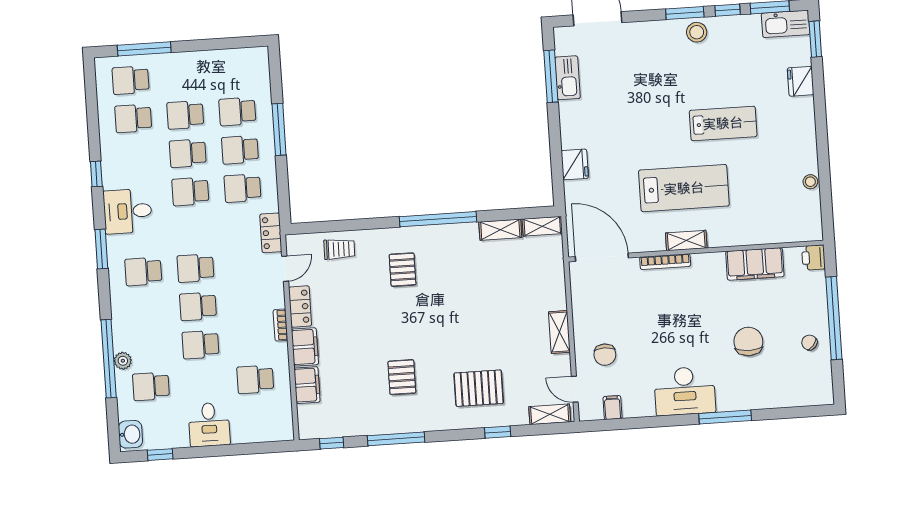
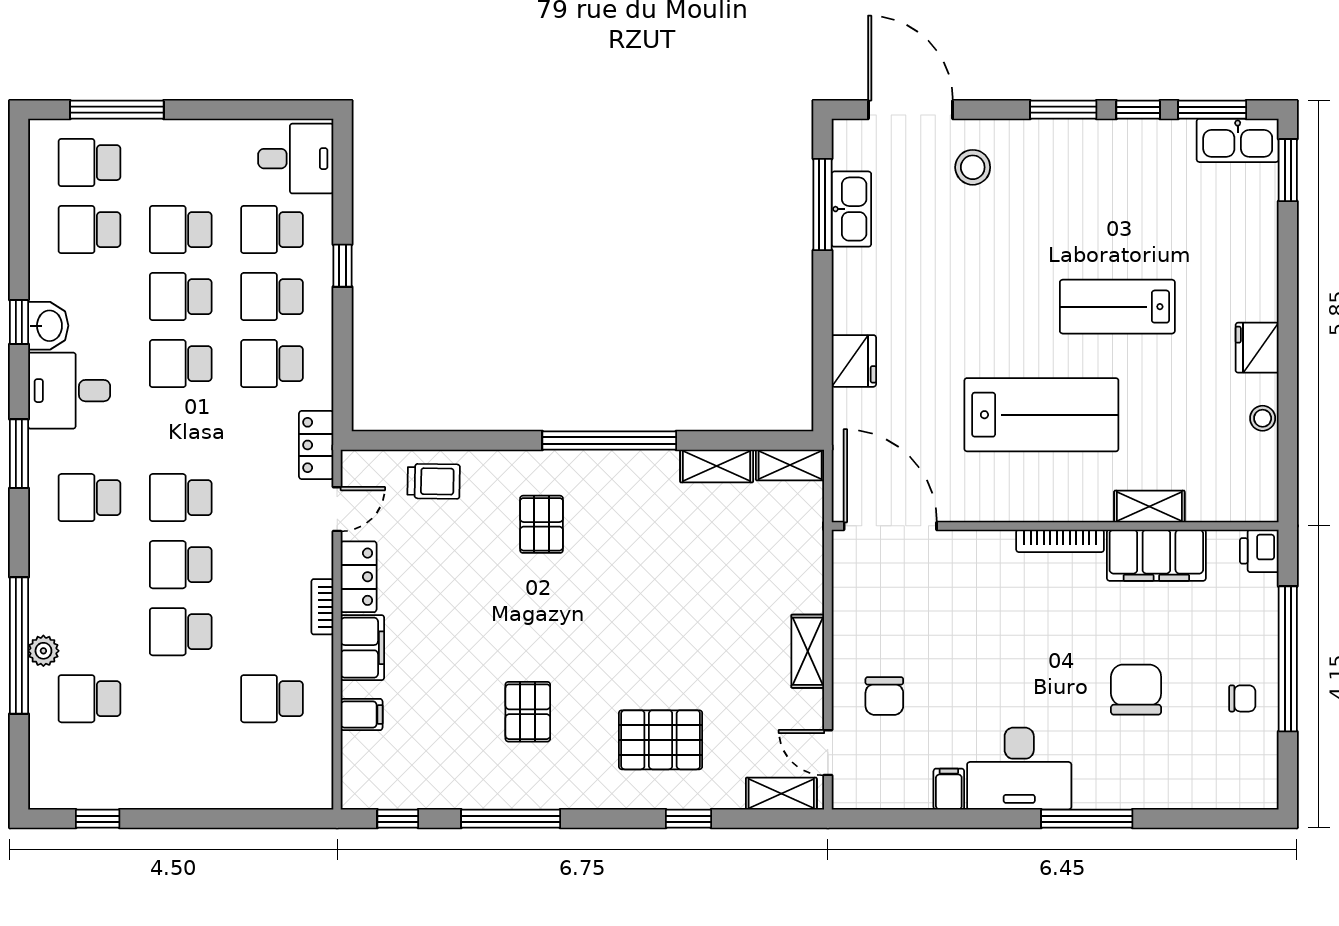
stool: (697, 32) -> (973, 167), moved
fridge: (801, 81) -> (1257, 348), moved
lab bench: (723, 123) -> (1117, 307), turned 180
window: (279, 129) -> (343, 266), width x0.46
shelving: (686, 241) -> (1149, 506), moved
bookcase: (665, 262) -> (1060, 541), moved
chair: (809, 342) -> (1242, 698), turned 140
filing cabinet: (307, 385) -> (362, 714), width x0.50
filing cabinet: (612, 408) -> (949, 789), moved
desk: (209, 424) -> (296, 159), moved, turned -90
washbasin: (130, 434) -> (48, 326), moved

